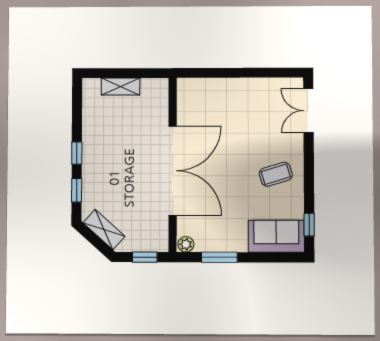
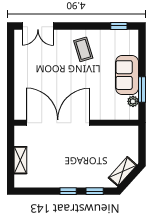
double door: (173, 171) -> (58, 123), moved
sofa: (276, 236) -> (127, 75), moved
plant: (186, 244) -> (133, 101), moved
window: (145, 257) -> (142, 142), removed

